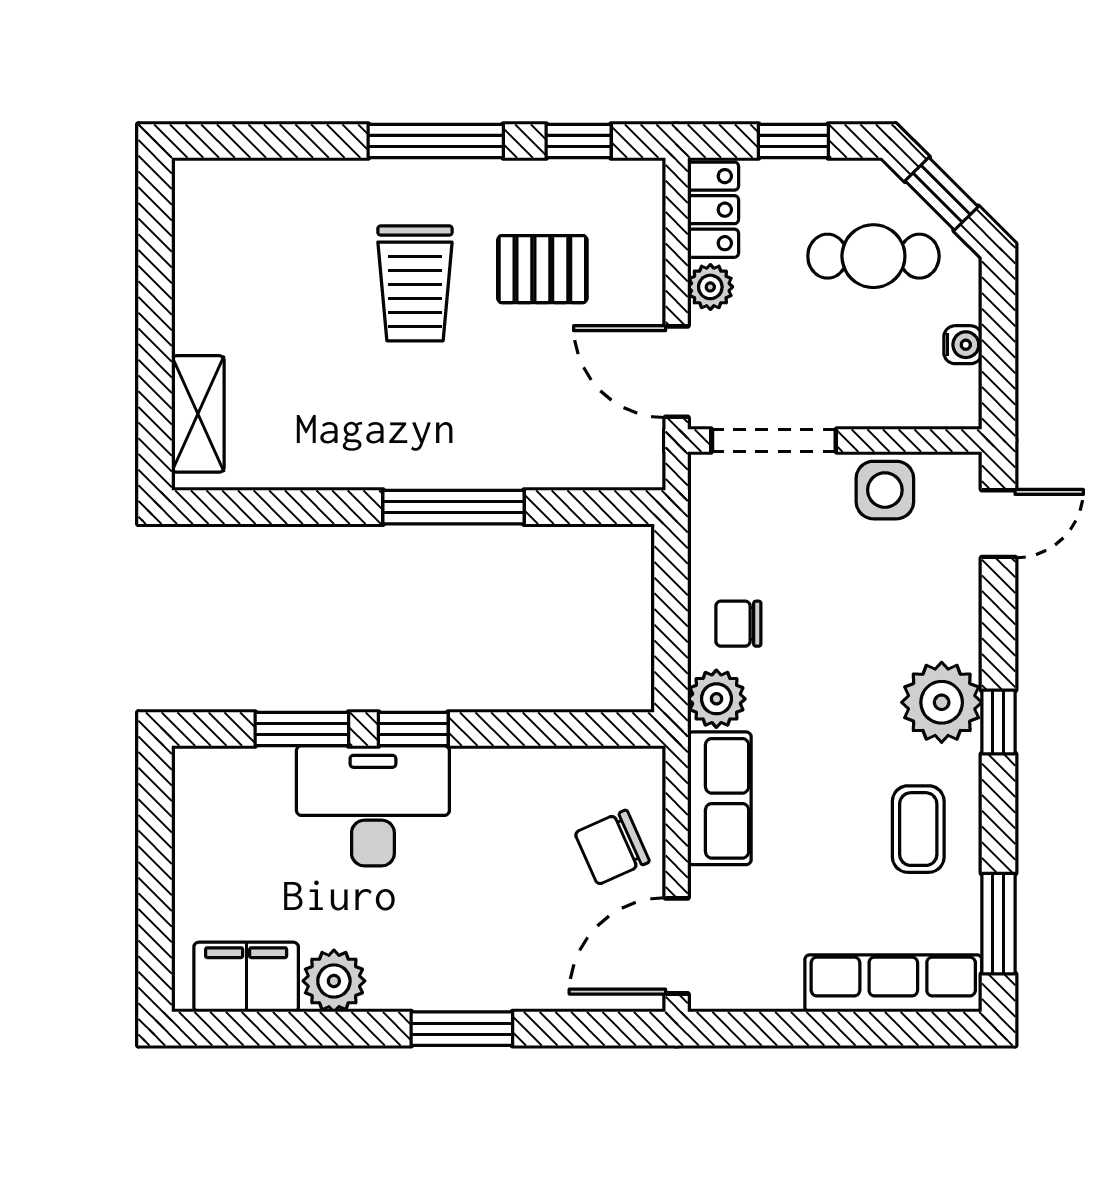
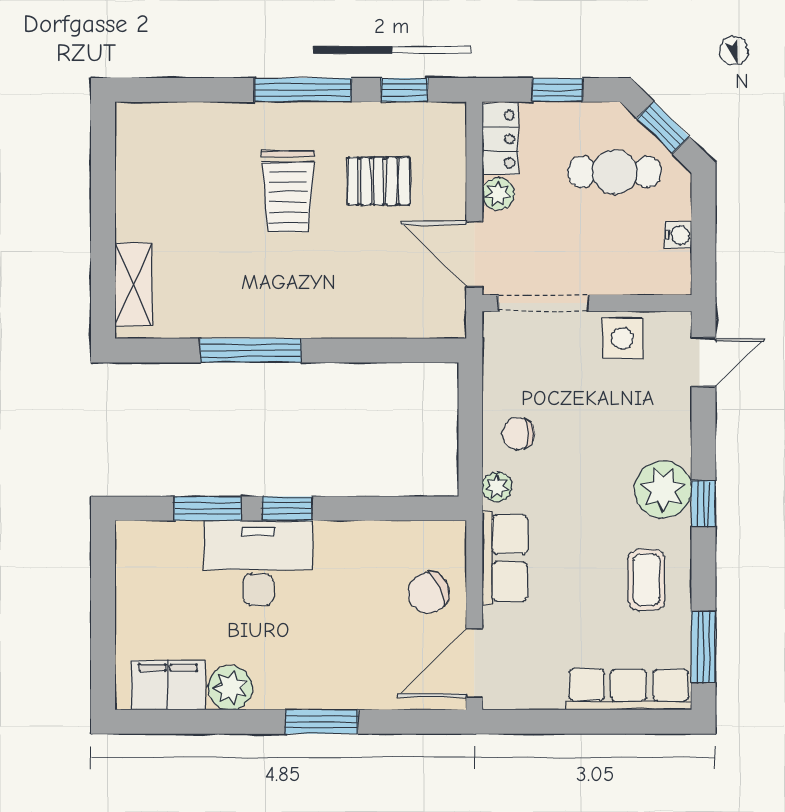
window: (453, 507) -> (251, 351), moved
plant: (716, 699) -> (497, 487), width x0.73, depth x0.73

